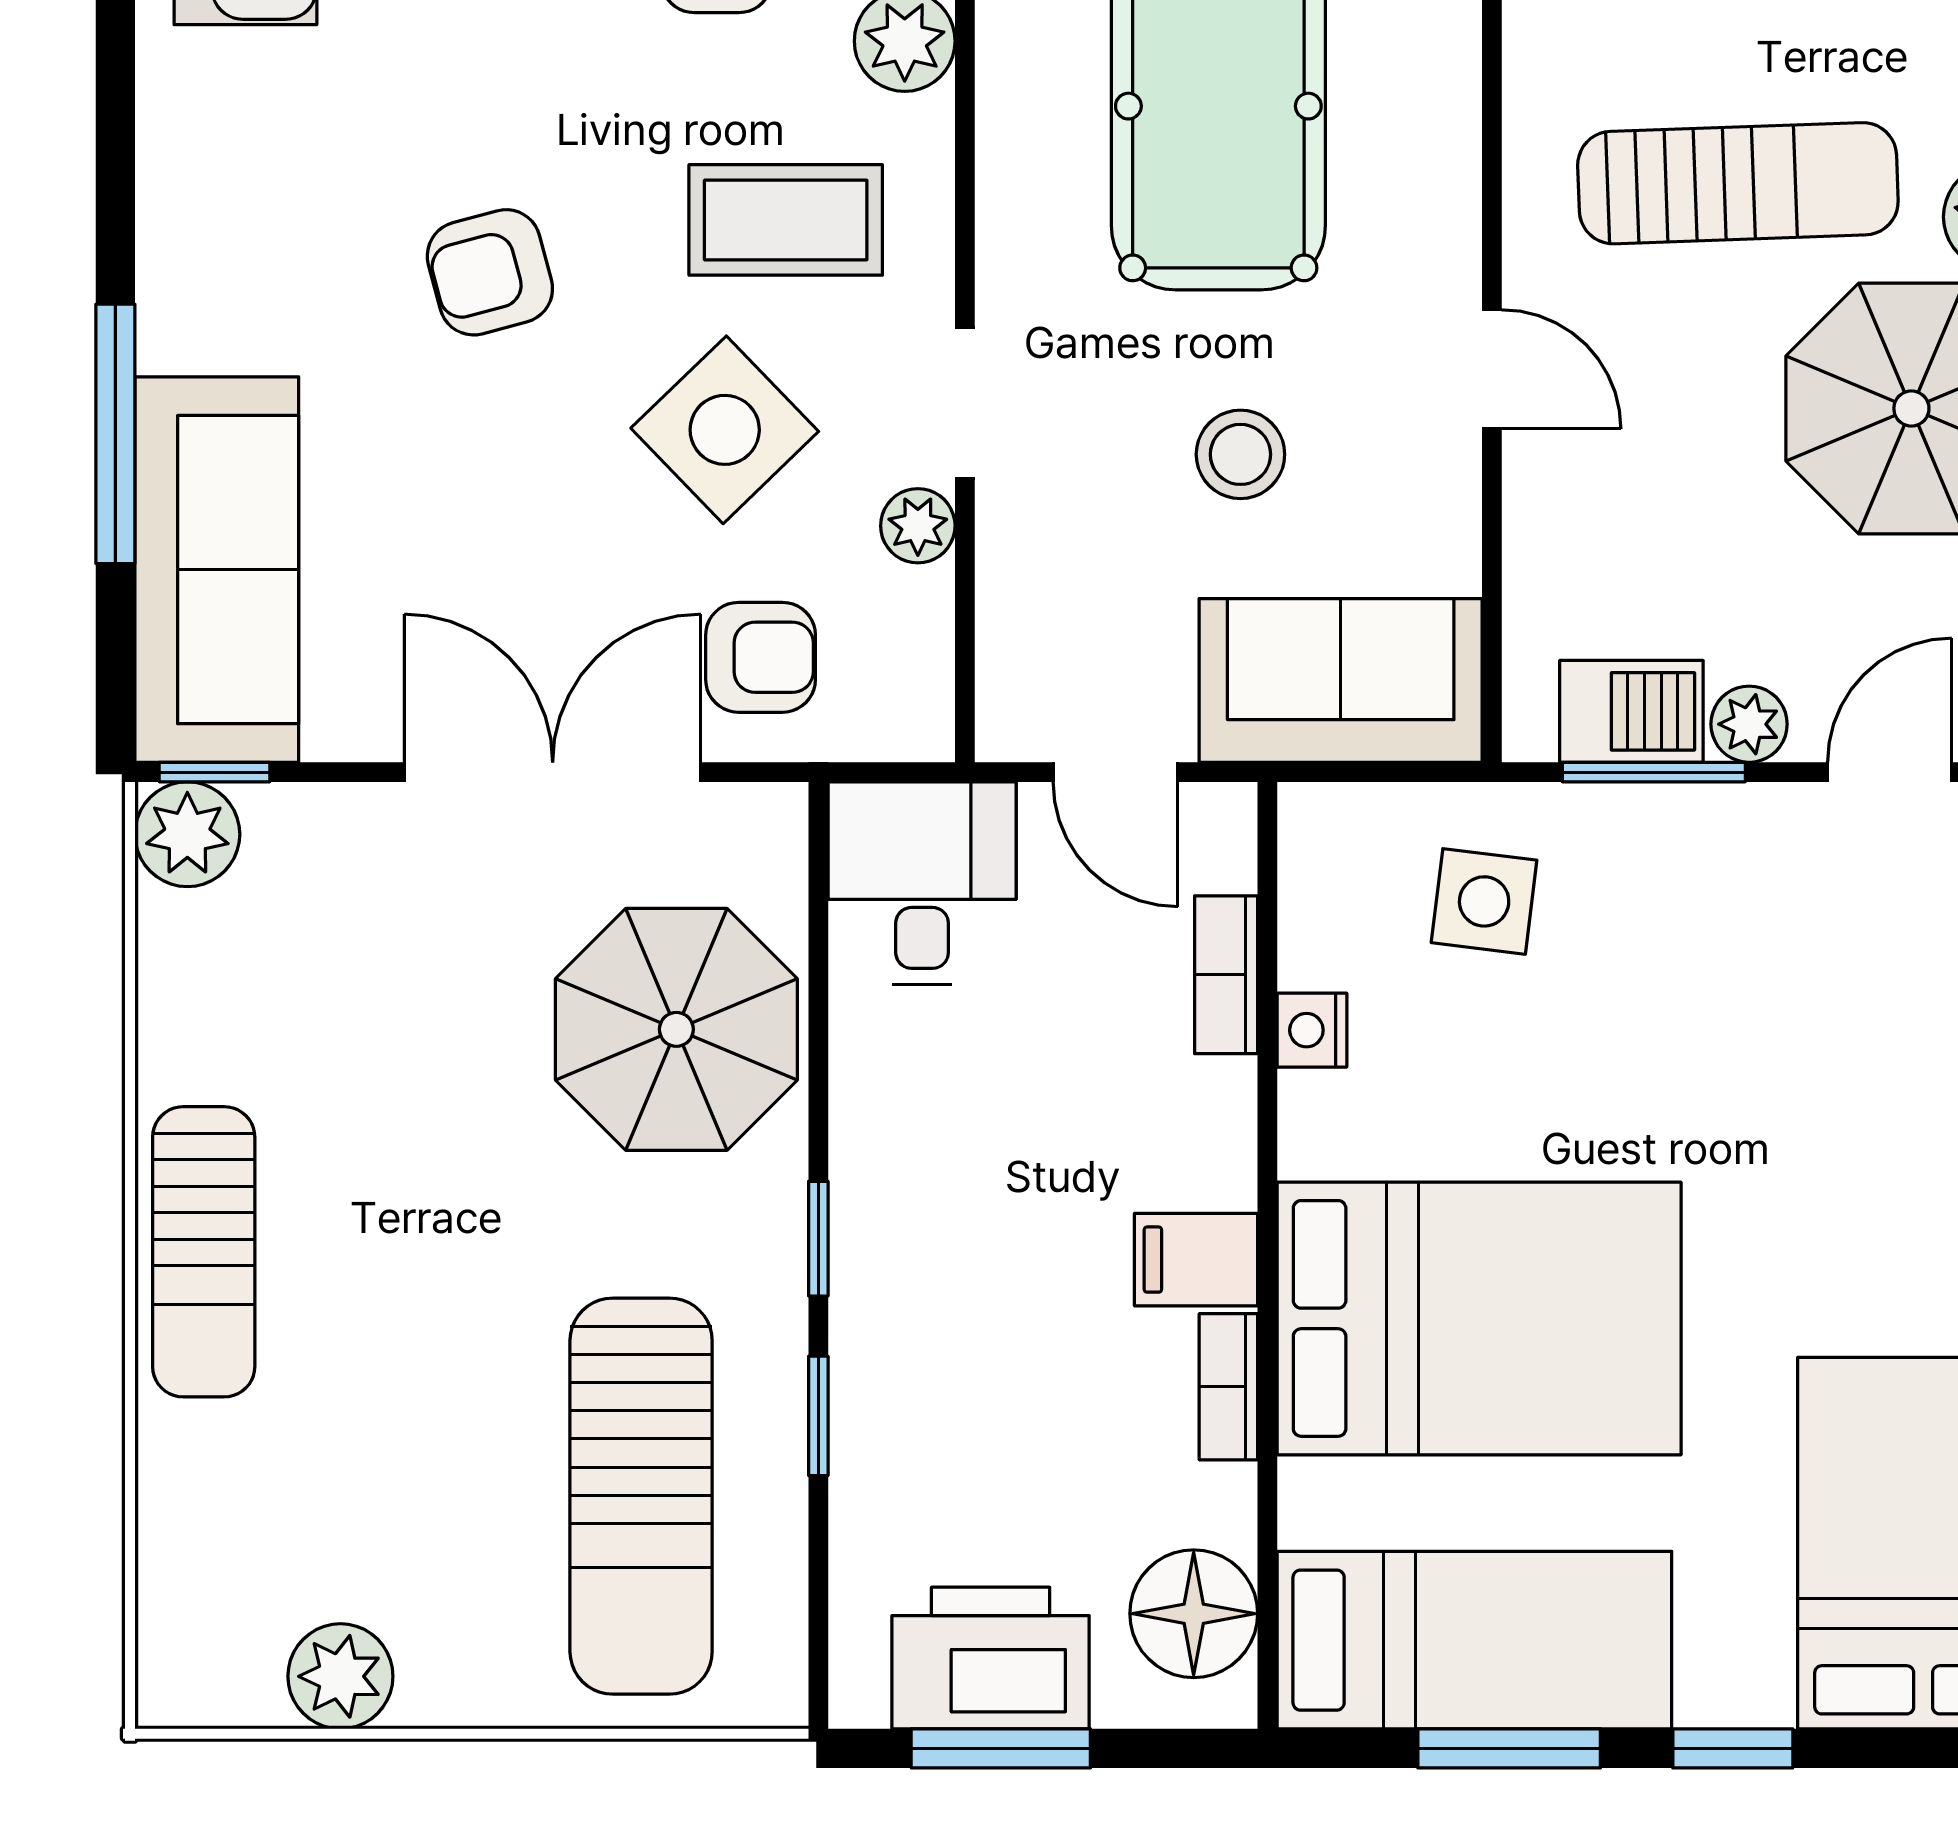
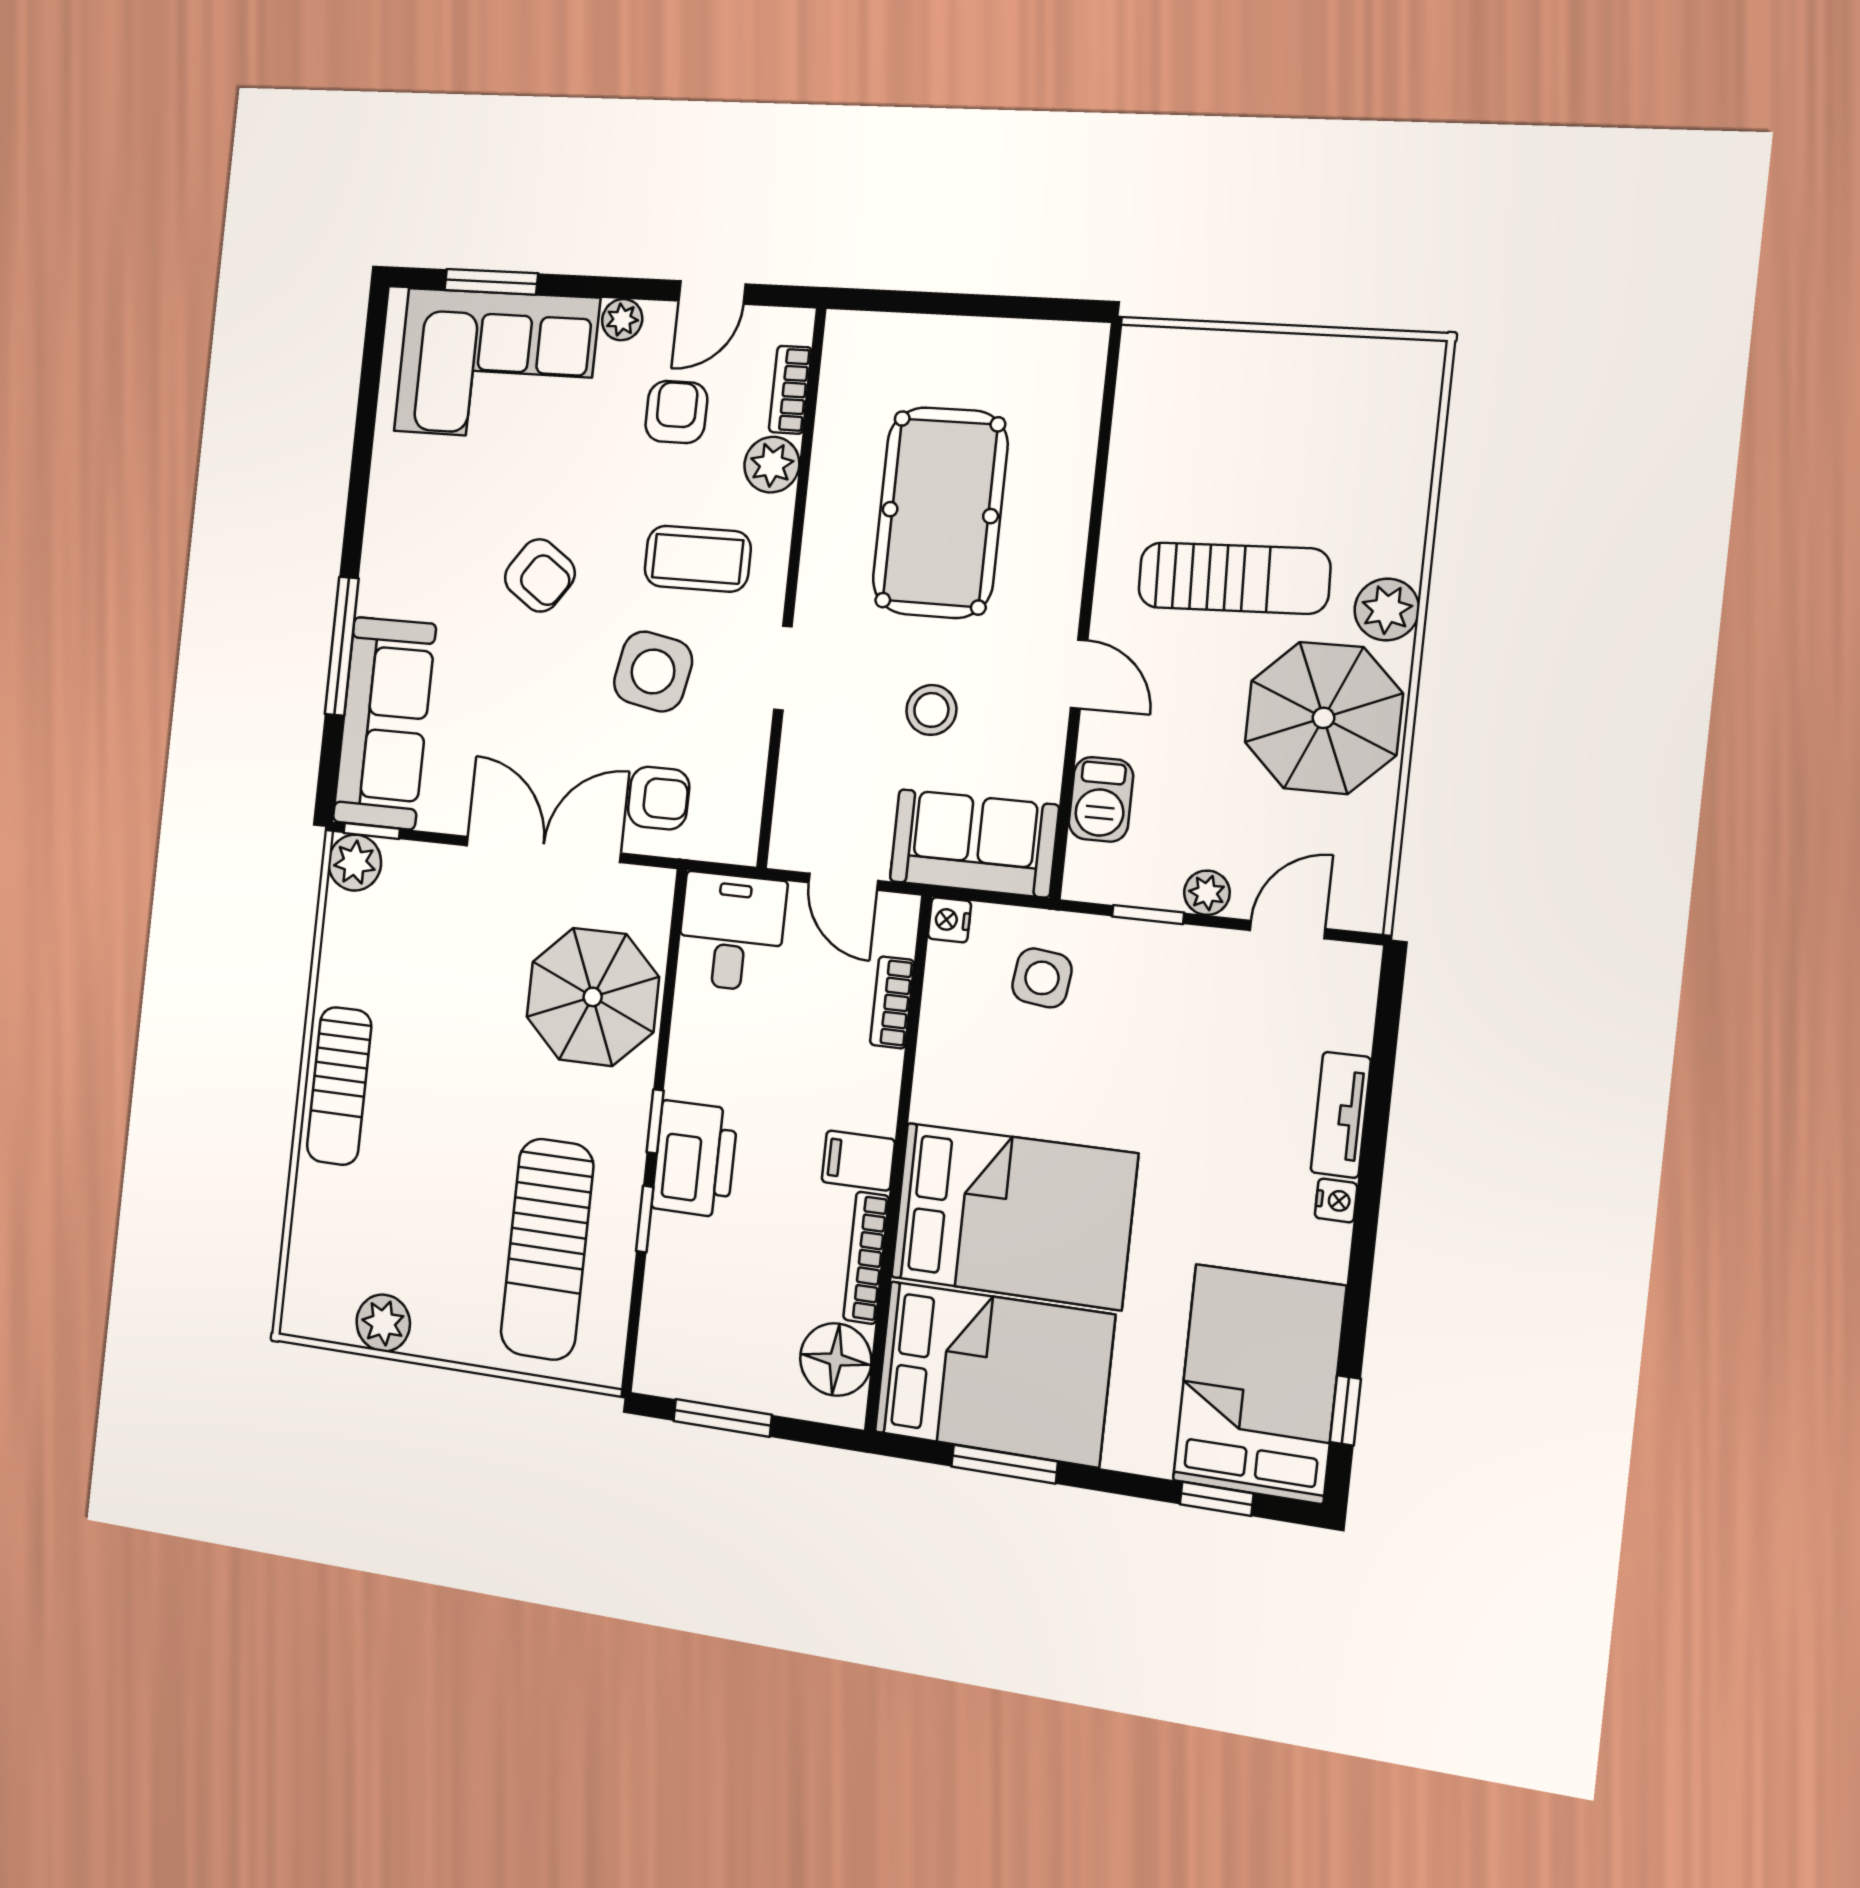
armchair: (490, 272) -> (540, 575), turned -130
side table: (725, 430) -> (653, 671), turned -35
plant: (918, 526) -> (750, 734), removed
barbecue: (1631, 711) -> (1101, 799), moved, turned 90
window: (1654, 772) -> (1148, 915), width x0.67
nightstand: (1312, 1030) -> (949, 920), moved
bookcase: (1228, 1387) -> (866, 1258), width x1.56
bed: (1474, 1640) -> (994, 1374), width x1.50
printer: (991, 1658) -> (695, 1159), moved, turned 90
window: (1733, 1748) -> (1217, 1499), moved

